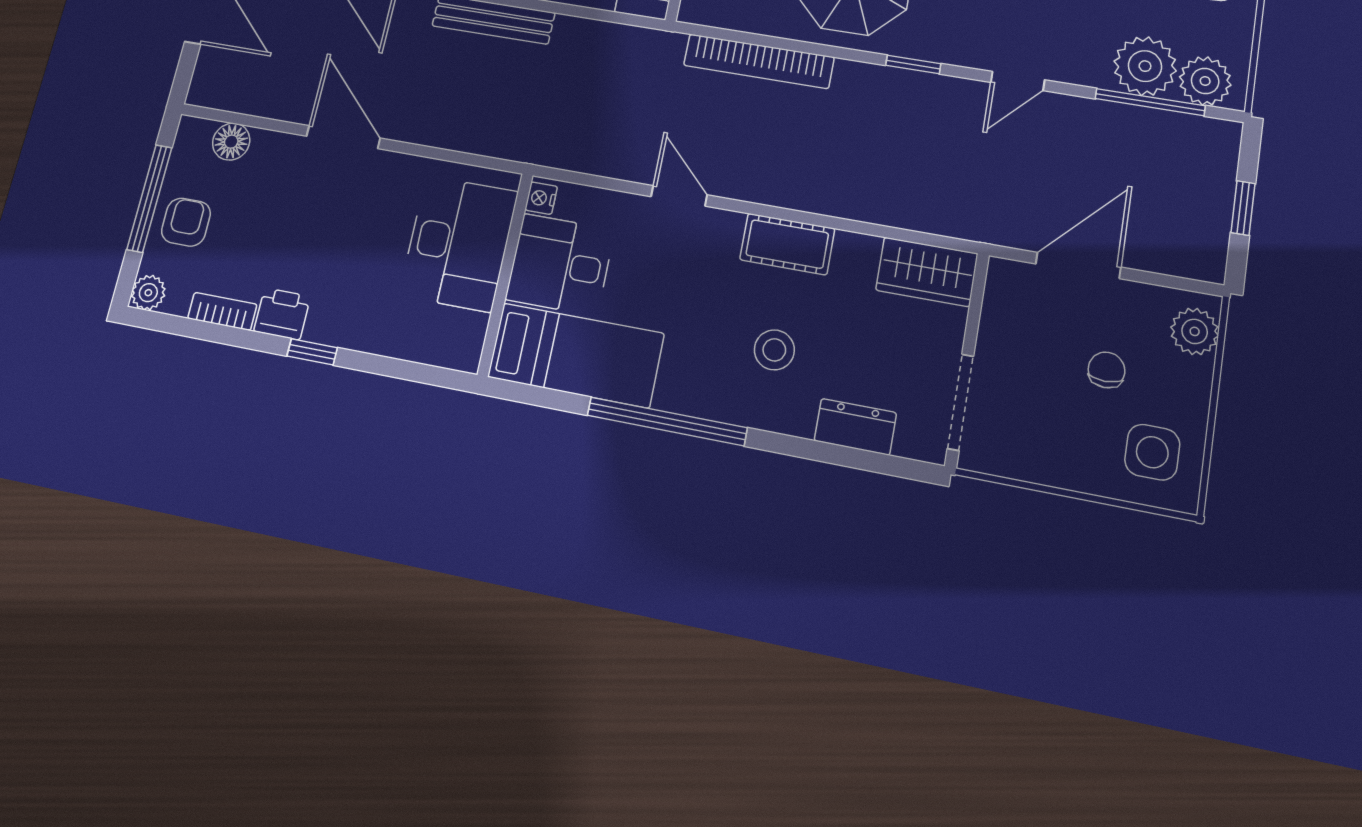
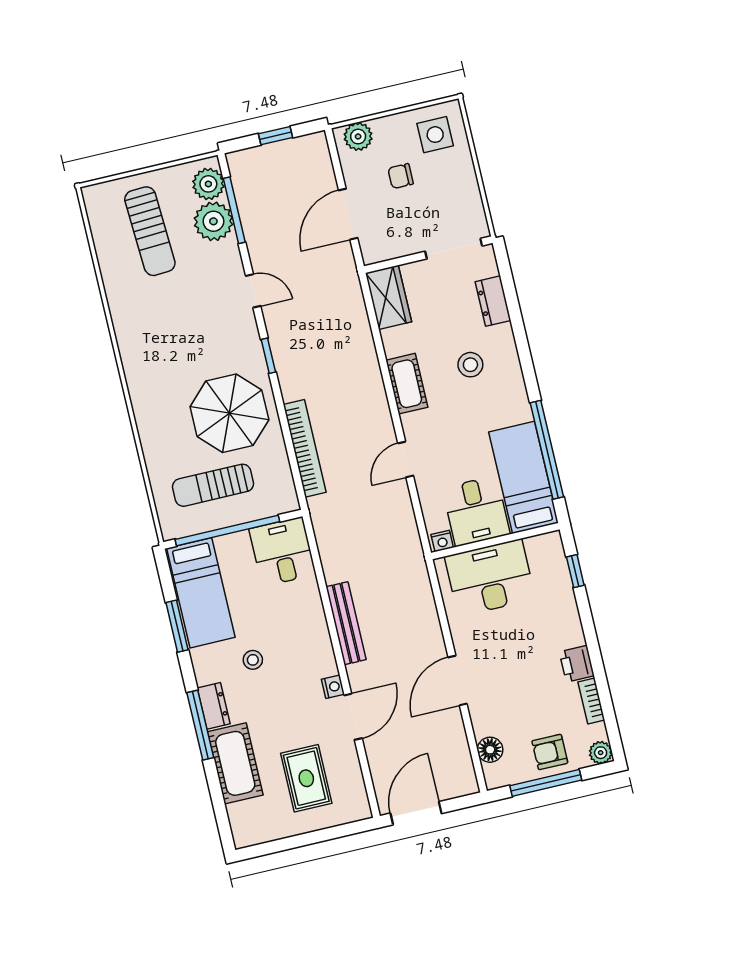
door: (1078, 265) -> (348, 214), hinge flipped
window: (312, 352) -> (575, 571), moved
window: (667, 421) -> (547, 450), moved

